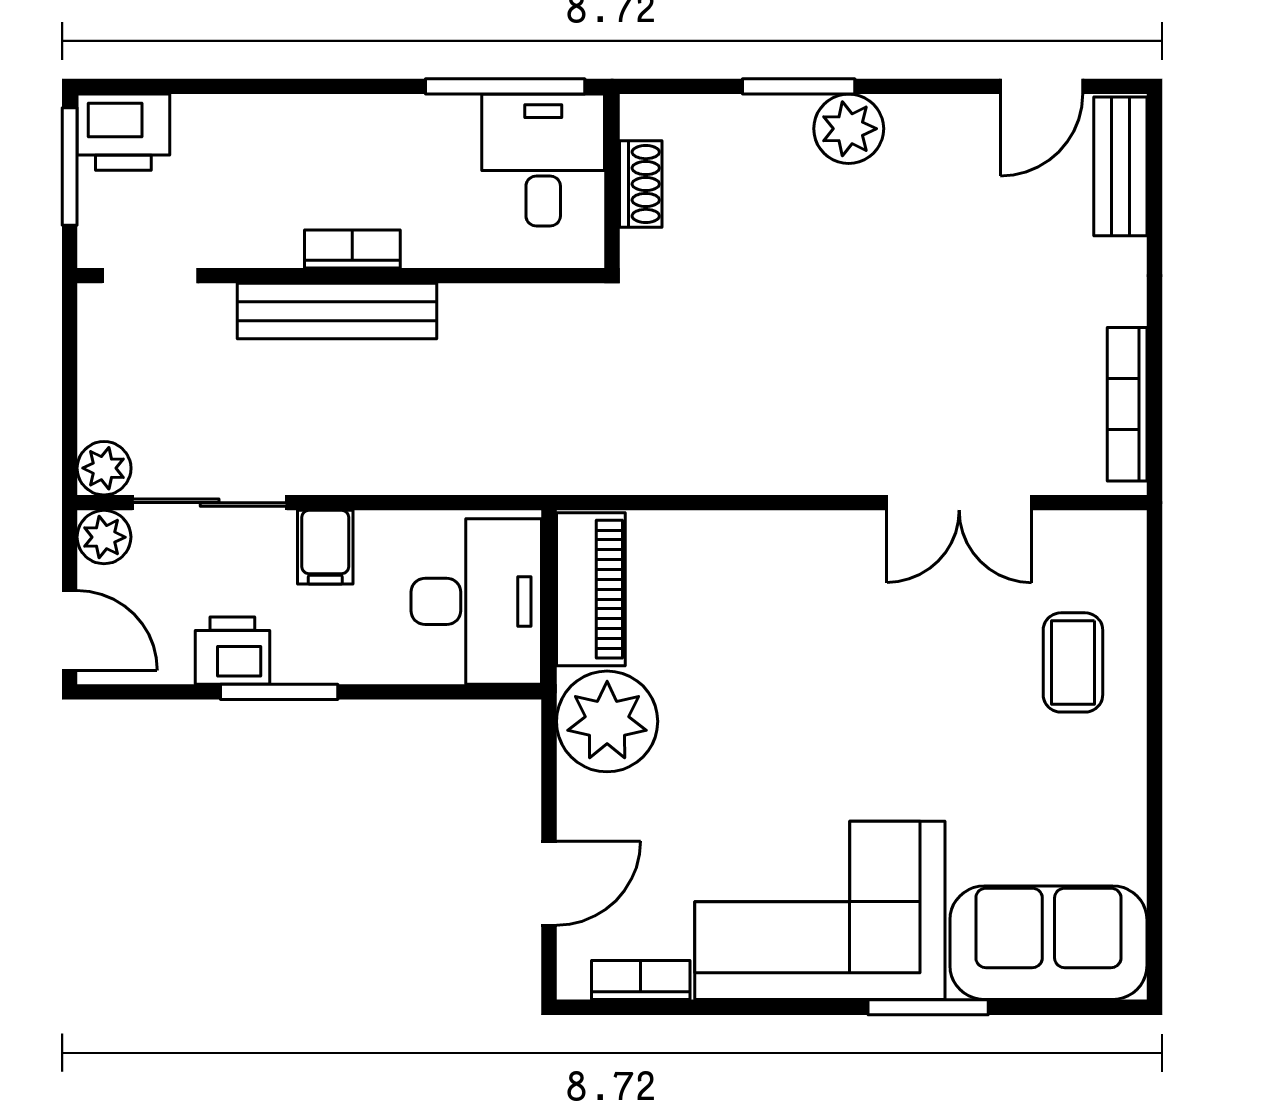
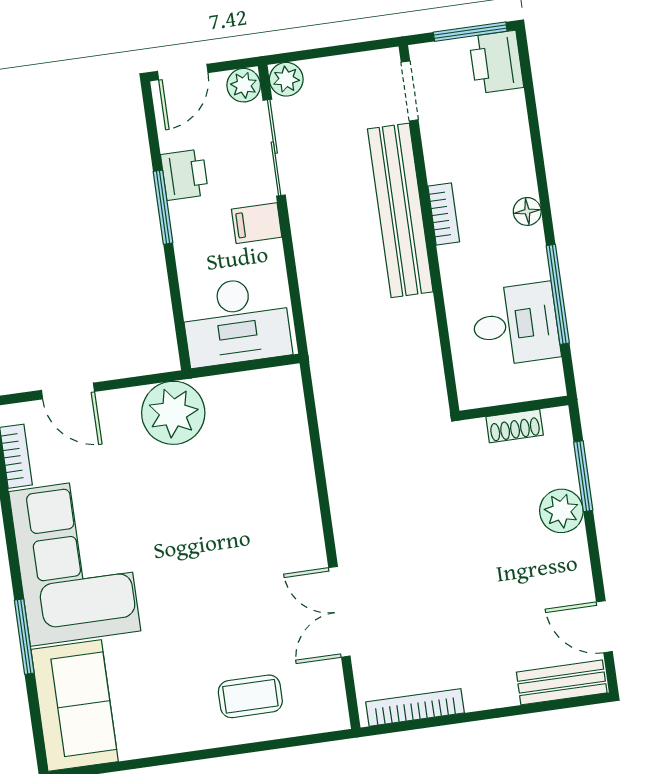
floor lamp: (367, 116) -> (527, 211), added
wall: (612, 181) -> (514, 408), moved
shoe rack: (641, 184) -> (515, 426), moved
bench: (337, 311) -> (400, 210), width x1.37, depth x1.21
piano: (591, 589) -> (254, 391), removed

